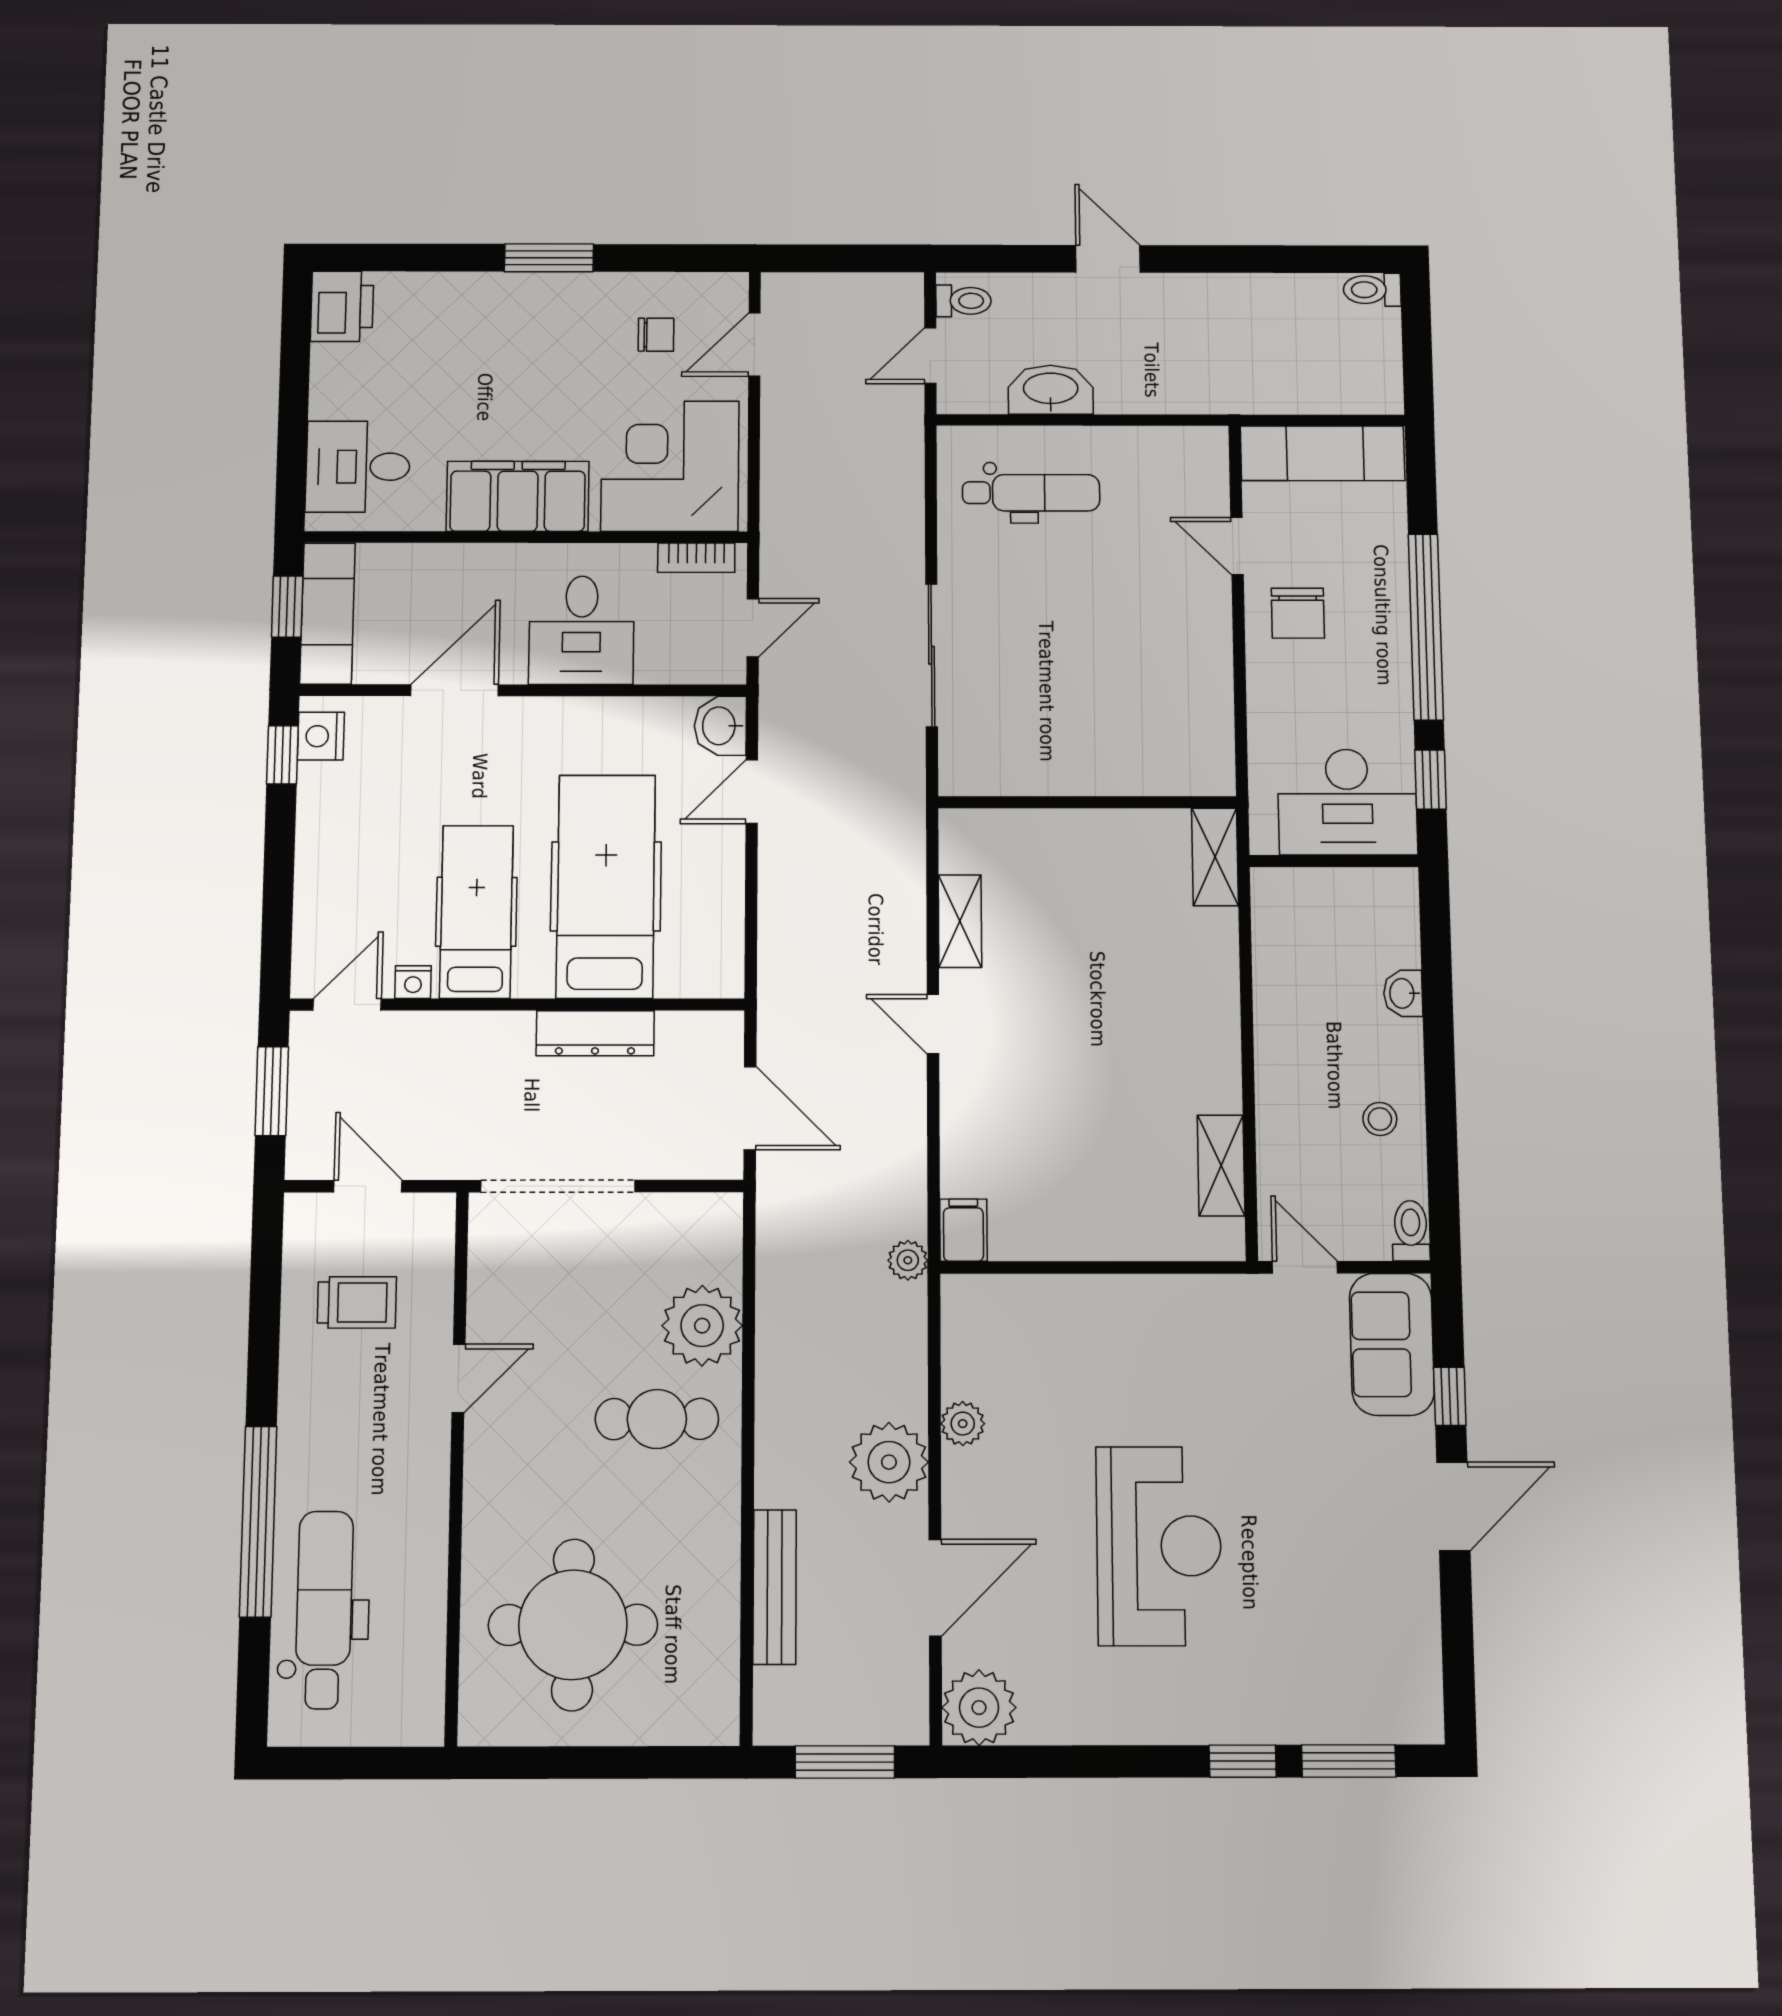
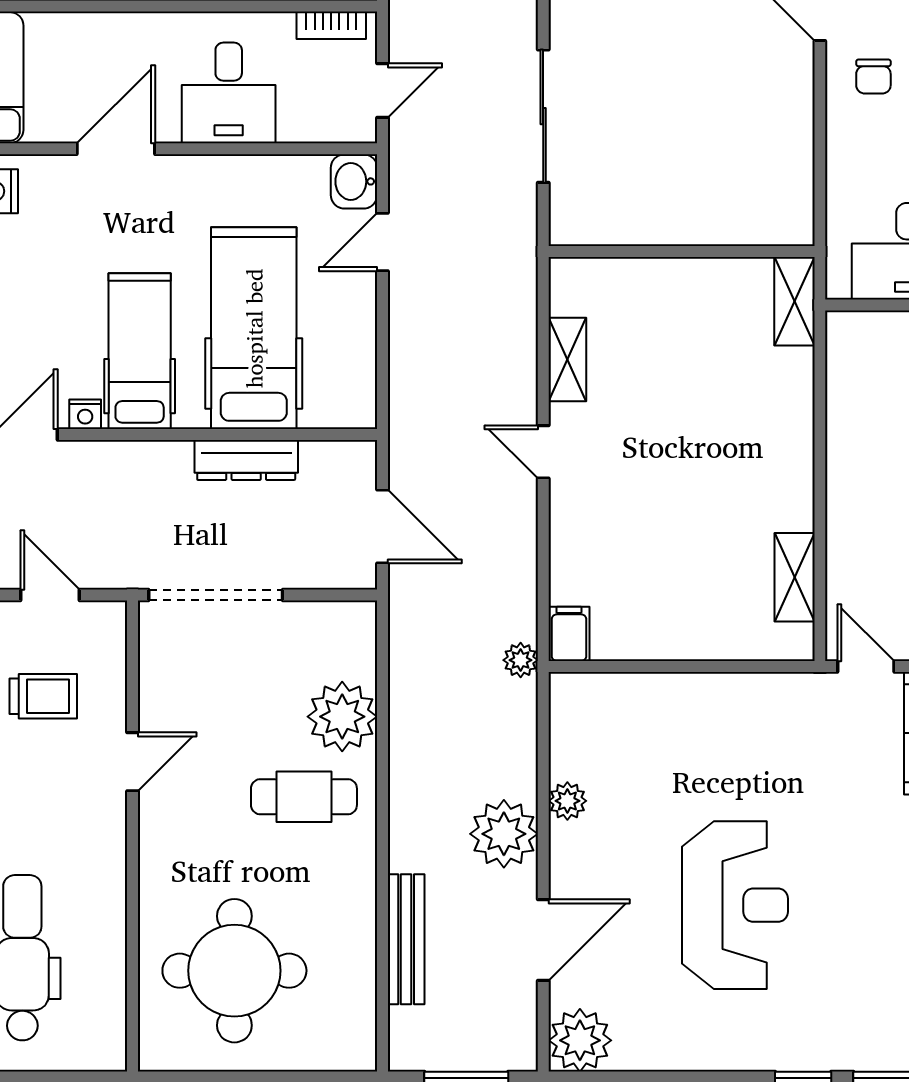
chair: (1298, 613) -> (873, 77), width x0.73, depth x0.73

